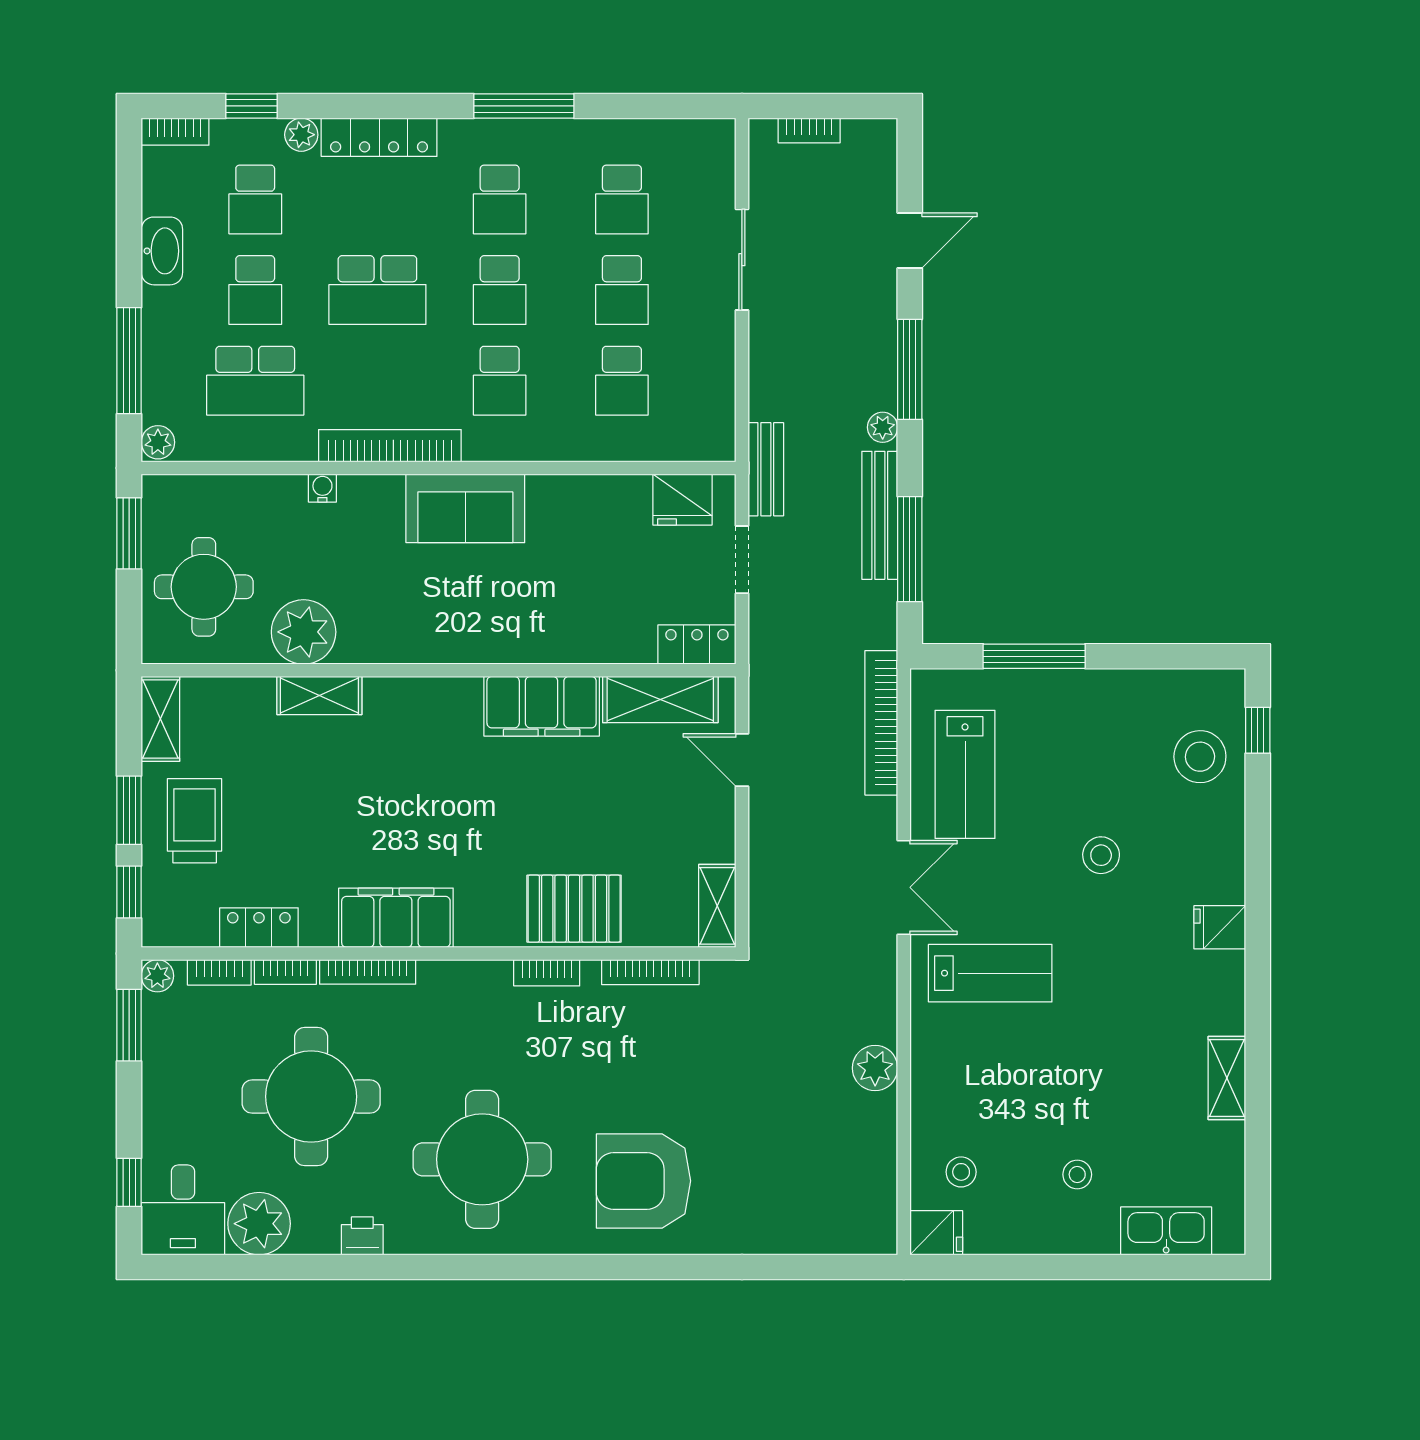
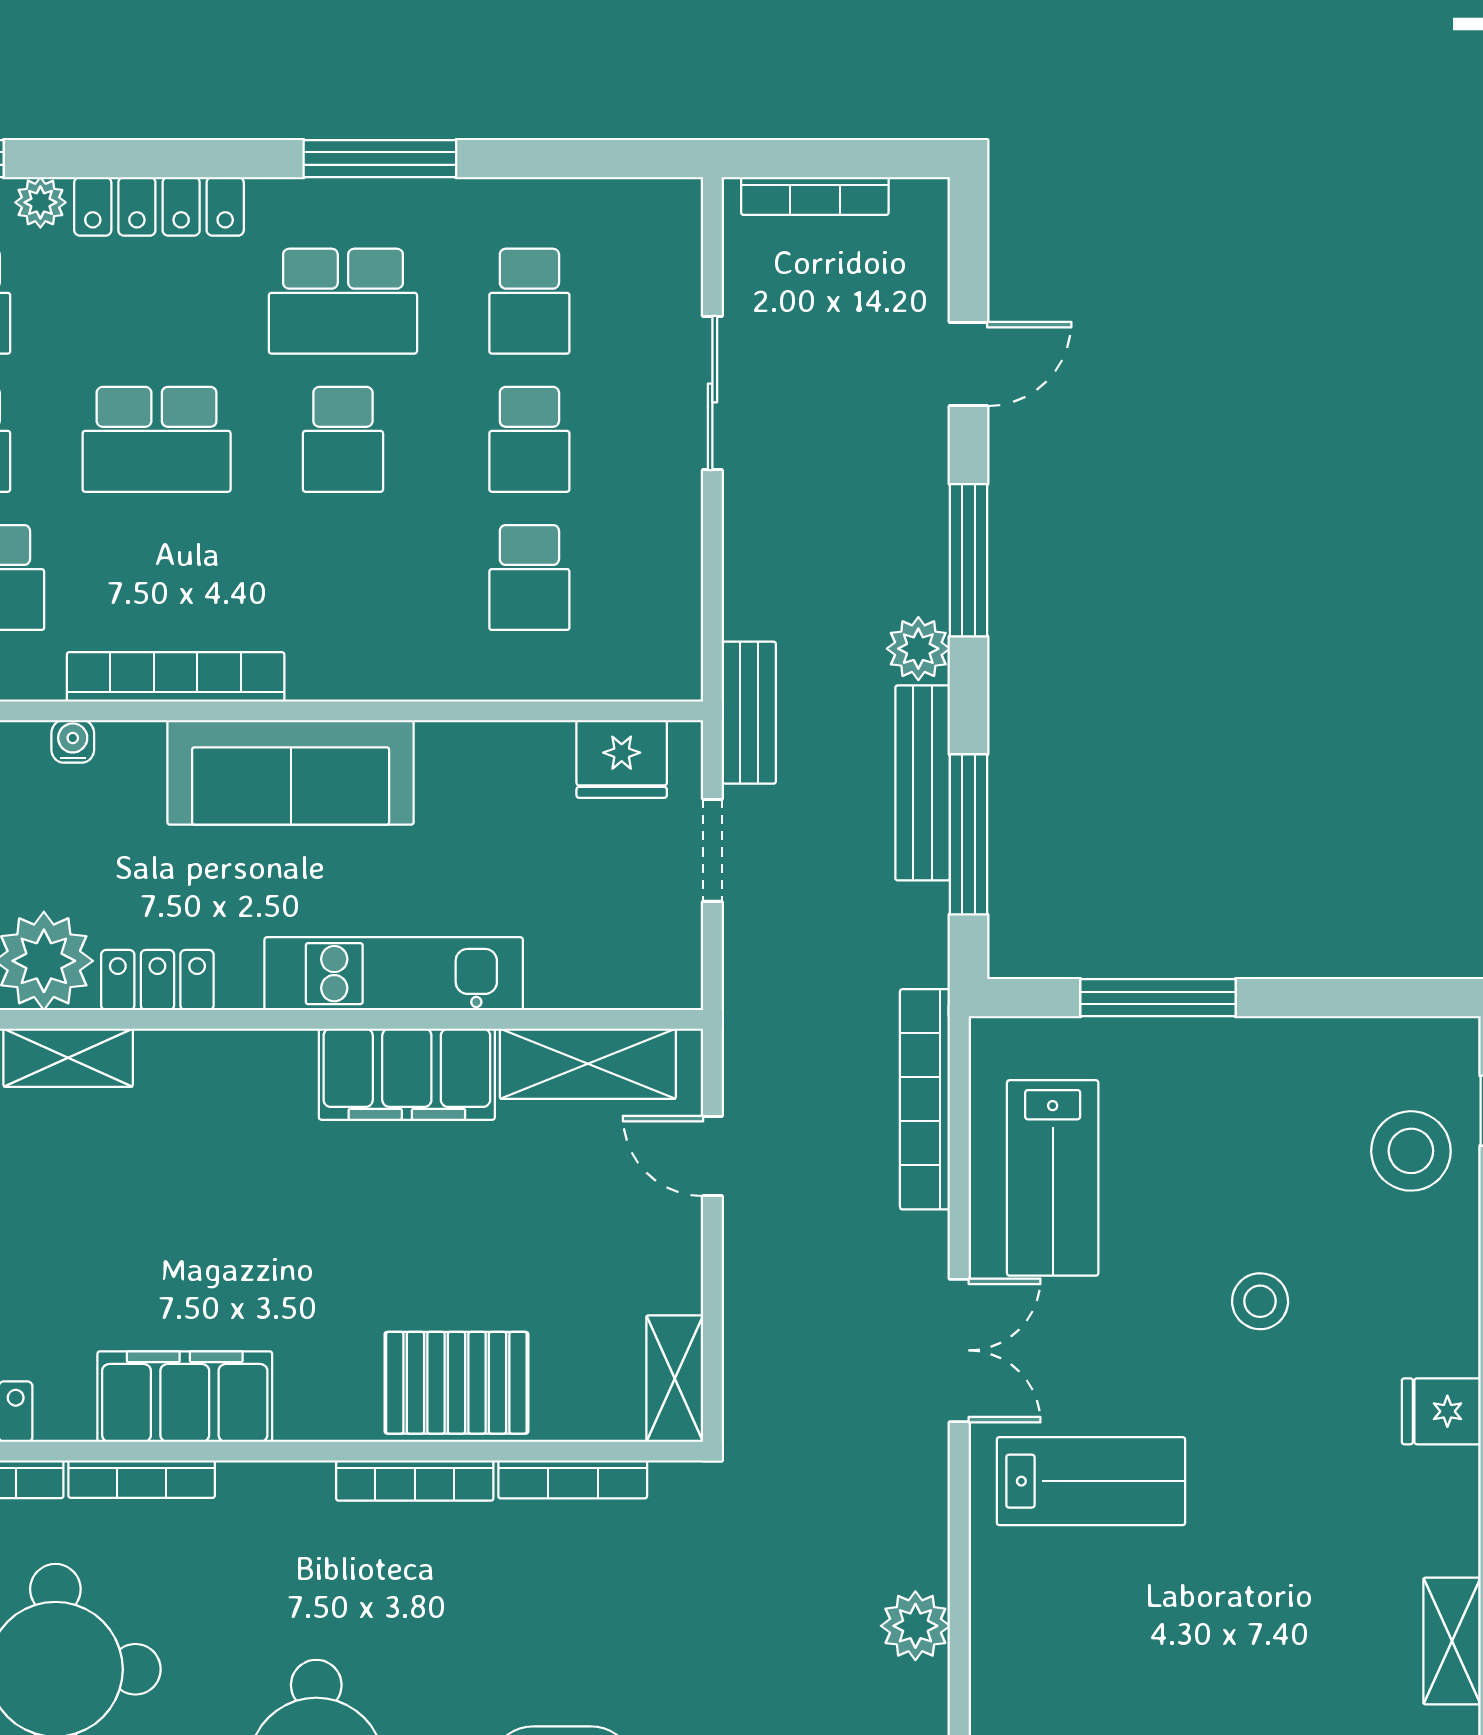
bookcase: (809, 131) -> (815, 196), width x1.56
school desk: (500, 199) -> (343, 301), width x1.85
school desk: (500, 381) -> (343, 578), removed
plant: (883, 427) -> (918, 649), width x1.38, depth x1.38
sofa: (465, 508) -> (291, 772), width x1.36
kitchen unit: (533, 640) -> (394, 974), added
locker: (697, 645) -> (157, 980), moved
bookcase: (547, 973) -> (415, 1481), width x1.56

